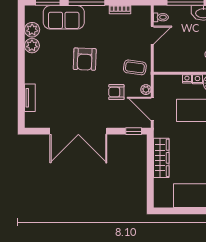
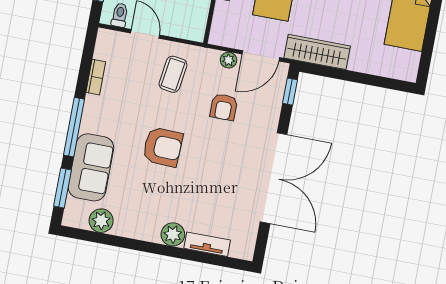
plant: (32, 46) -> (173, 234), moved
coffee table: (135, 67) -> (173, 74), moved
wardrobe: (161, 158) -> (317, 52), moved

